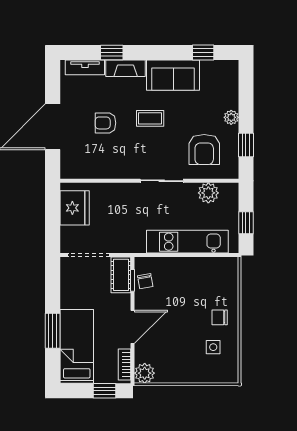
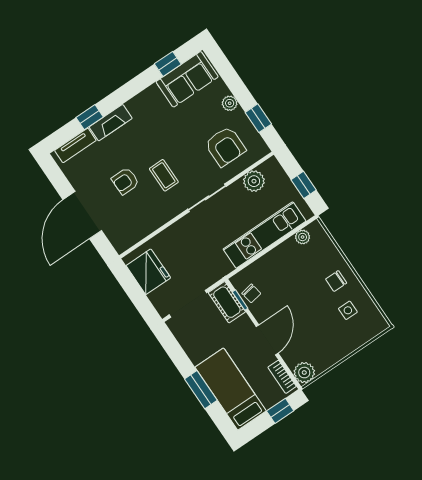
sofa: (173, 75) -> (187, 79), moved
coffee table: (150, 118) -> (164, 175), moved, turned 90
plant: (217, 264) -> (303, 237), added

